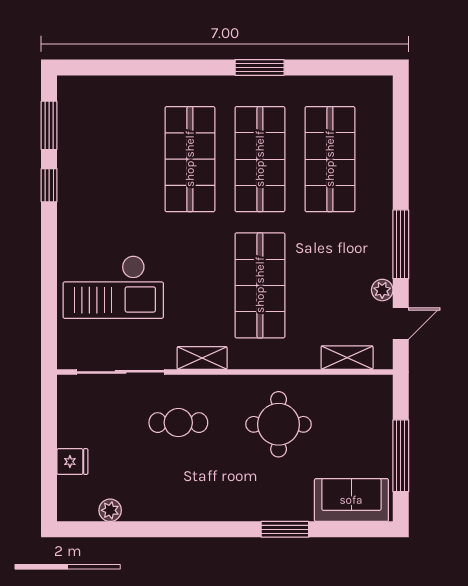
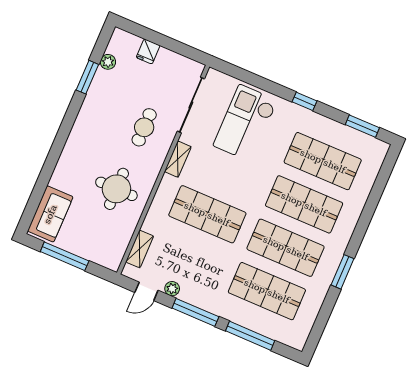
window: (401, 156) -> (250, 336), added
shop shelf: (120, 159) -> (323, 161), added
window: (49, 185) -> (304, 101), moved
door: (401, 323) -> (146, 291), hinge flipped
window: (285, 529) -> (87, 77), moved

